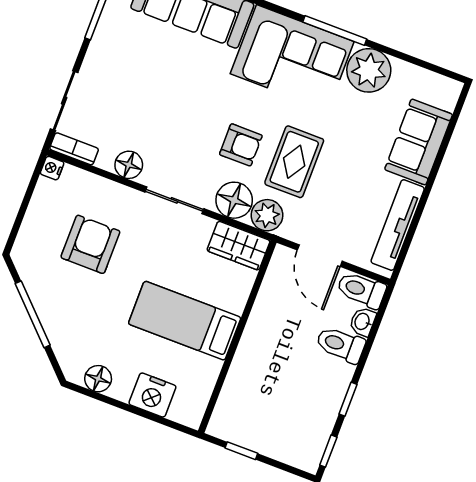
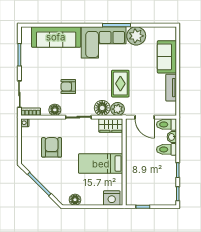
armchair: (241, 145) -> (68, 87), moved, turned 180
tv unit: (398, 225) -> (171, 88), width x0.71
nightstand: (152, 395) -> (112, 198), moved

